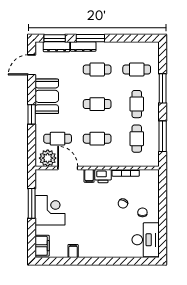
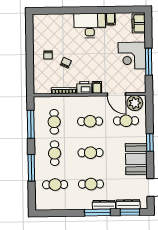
desk: (146, 240) -> (90, 26), moved, turned 90

